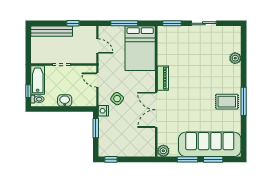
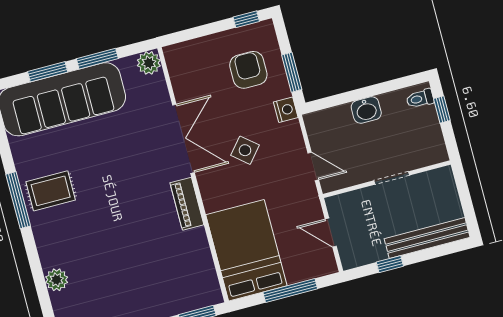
bathtub: (38, 80) -> (429, 136), removed
side table: (117, 99) -> (245, 150), moved
armchair: (116, 135) -> (248, 70), added

